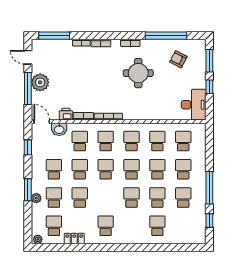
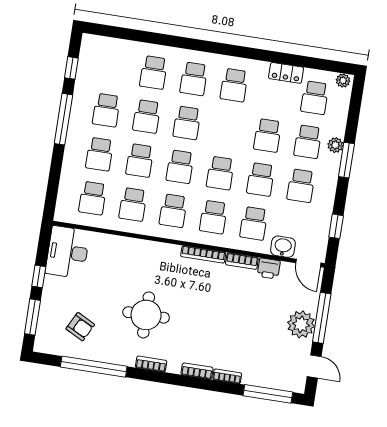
school desk: (131, 226) -> (194, 79), added

